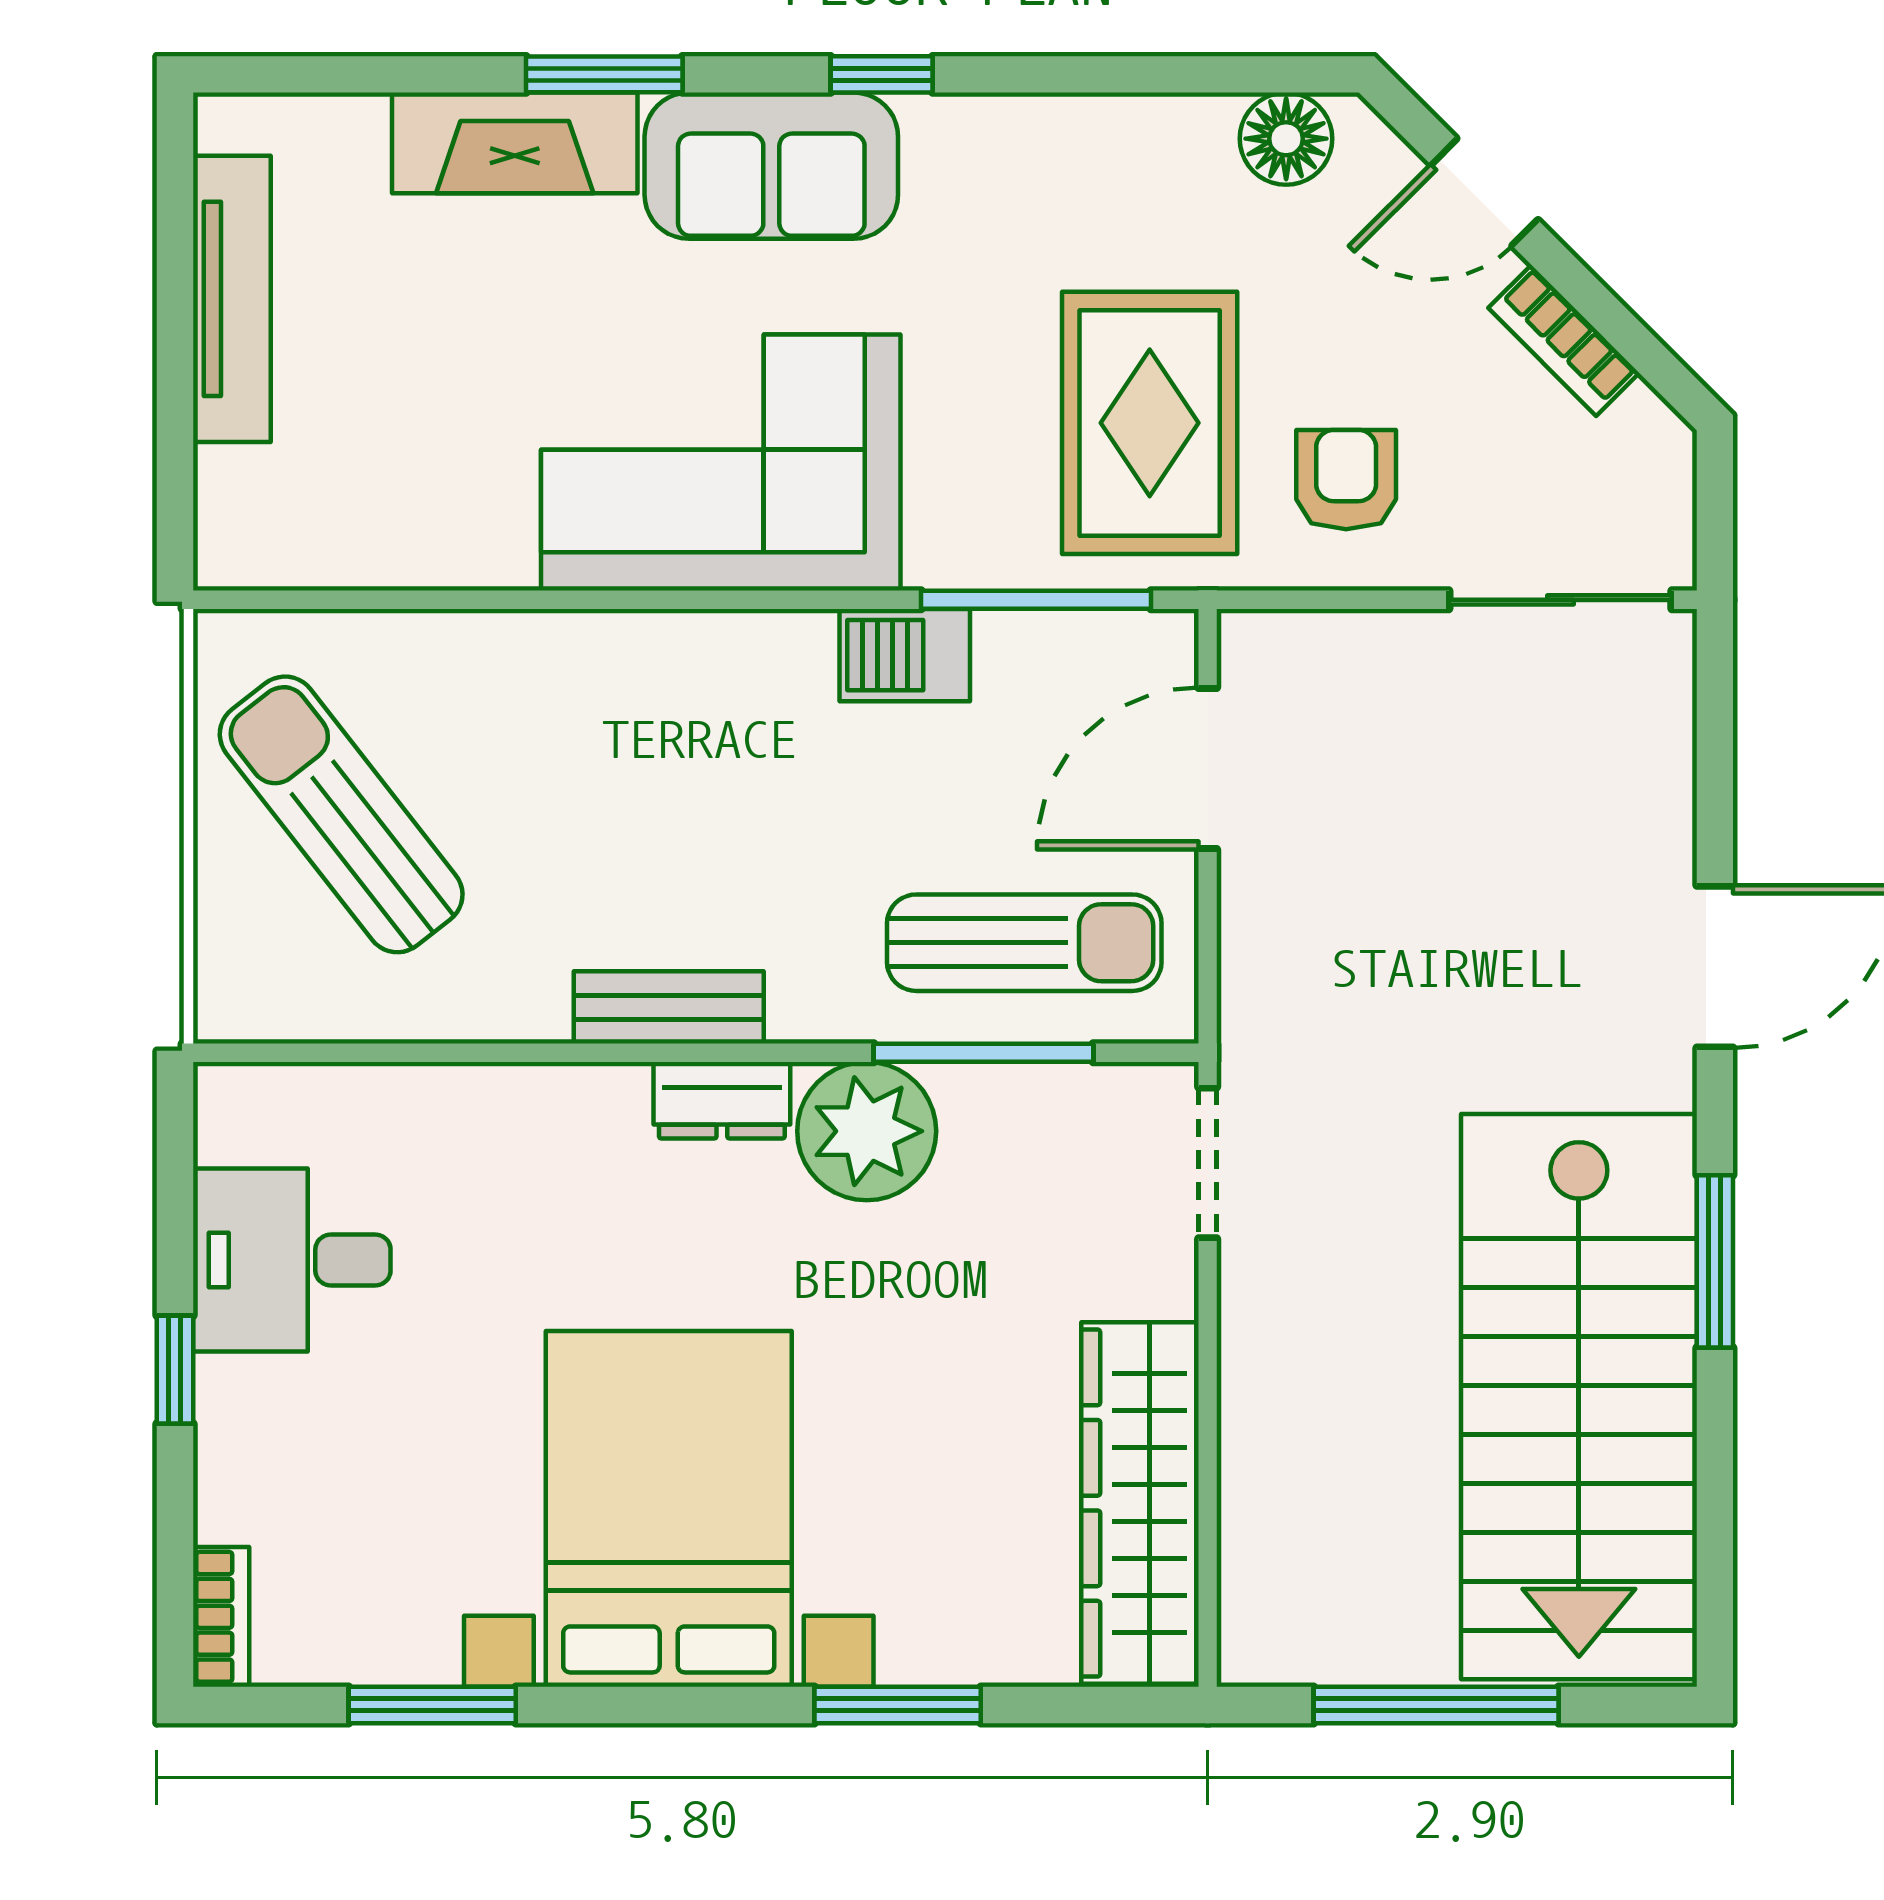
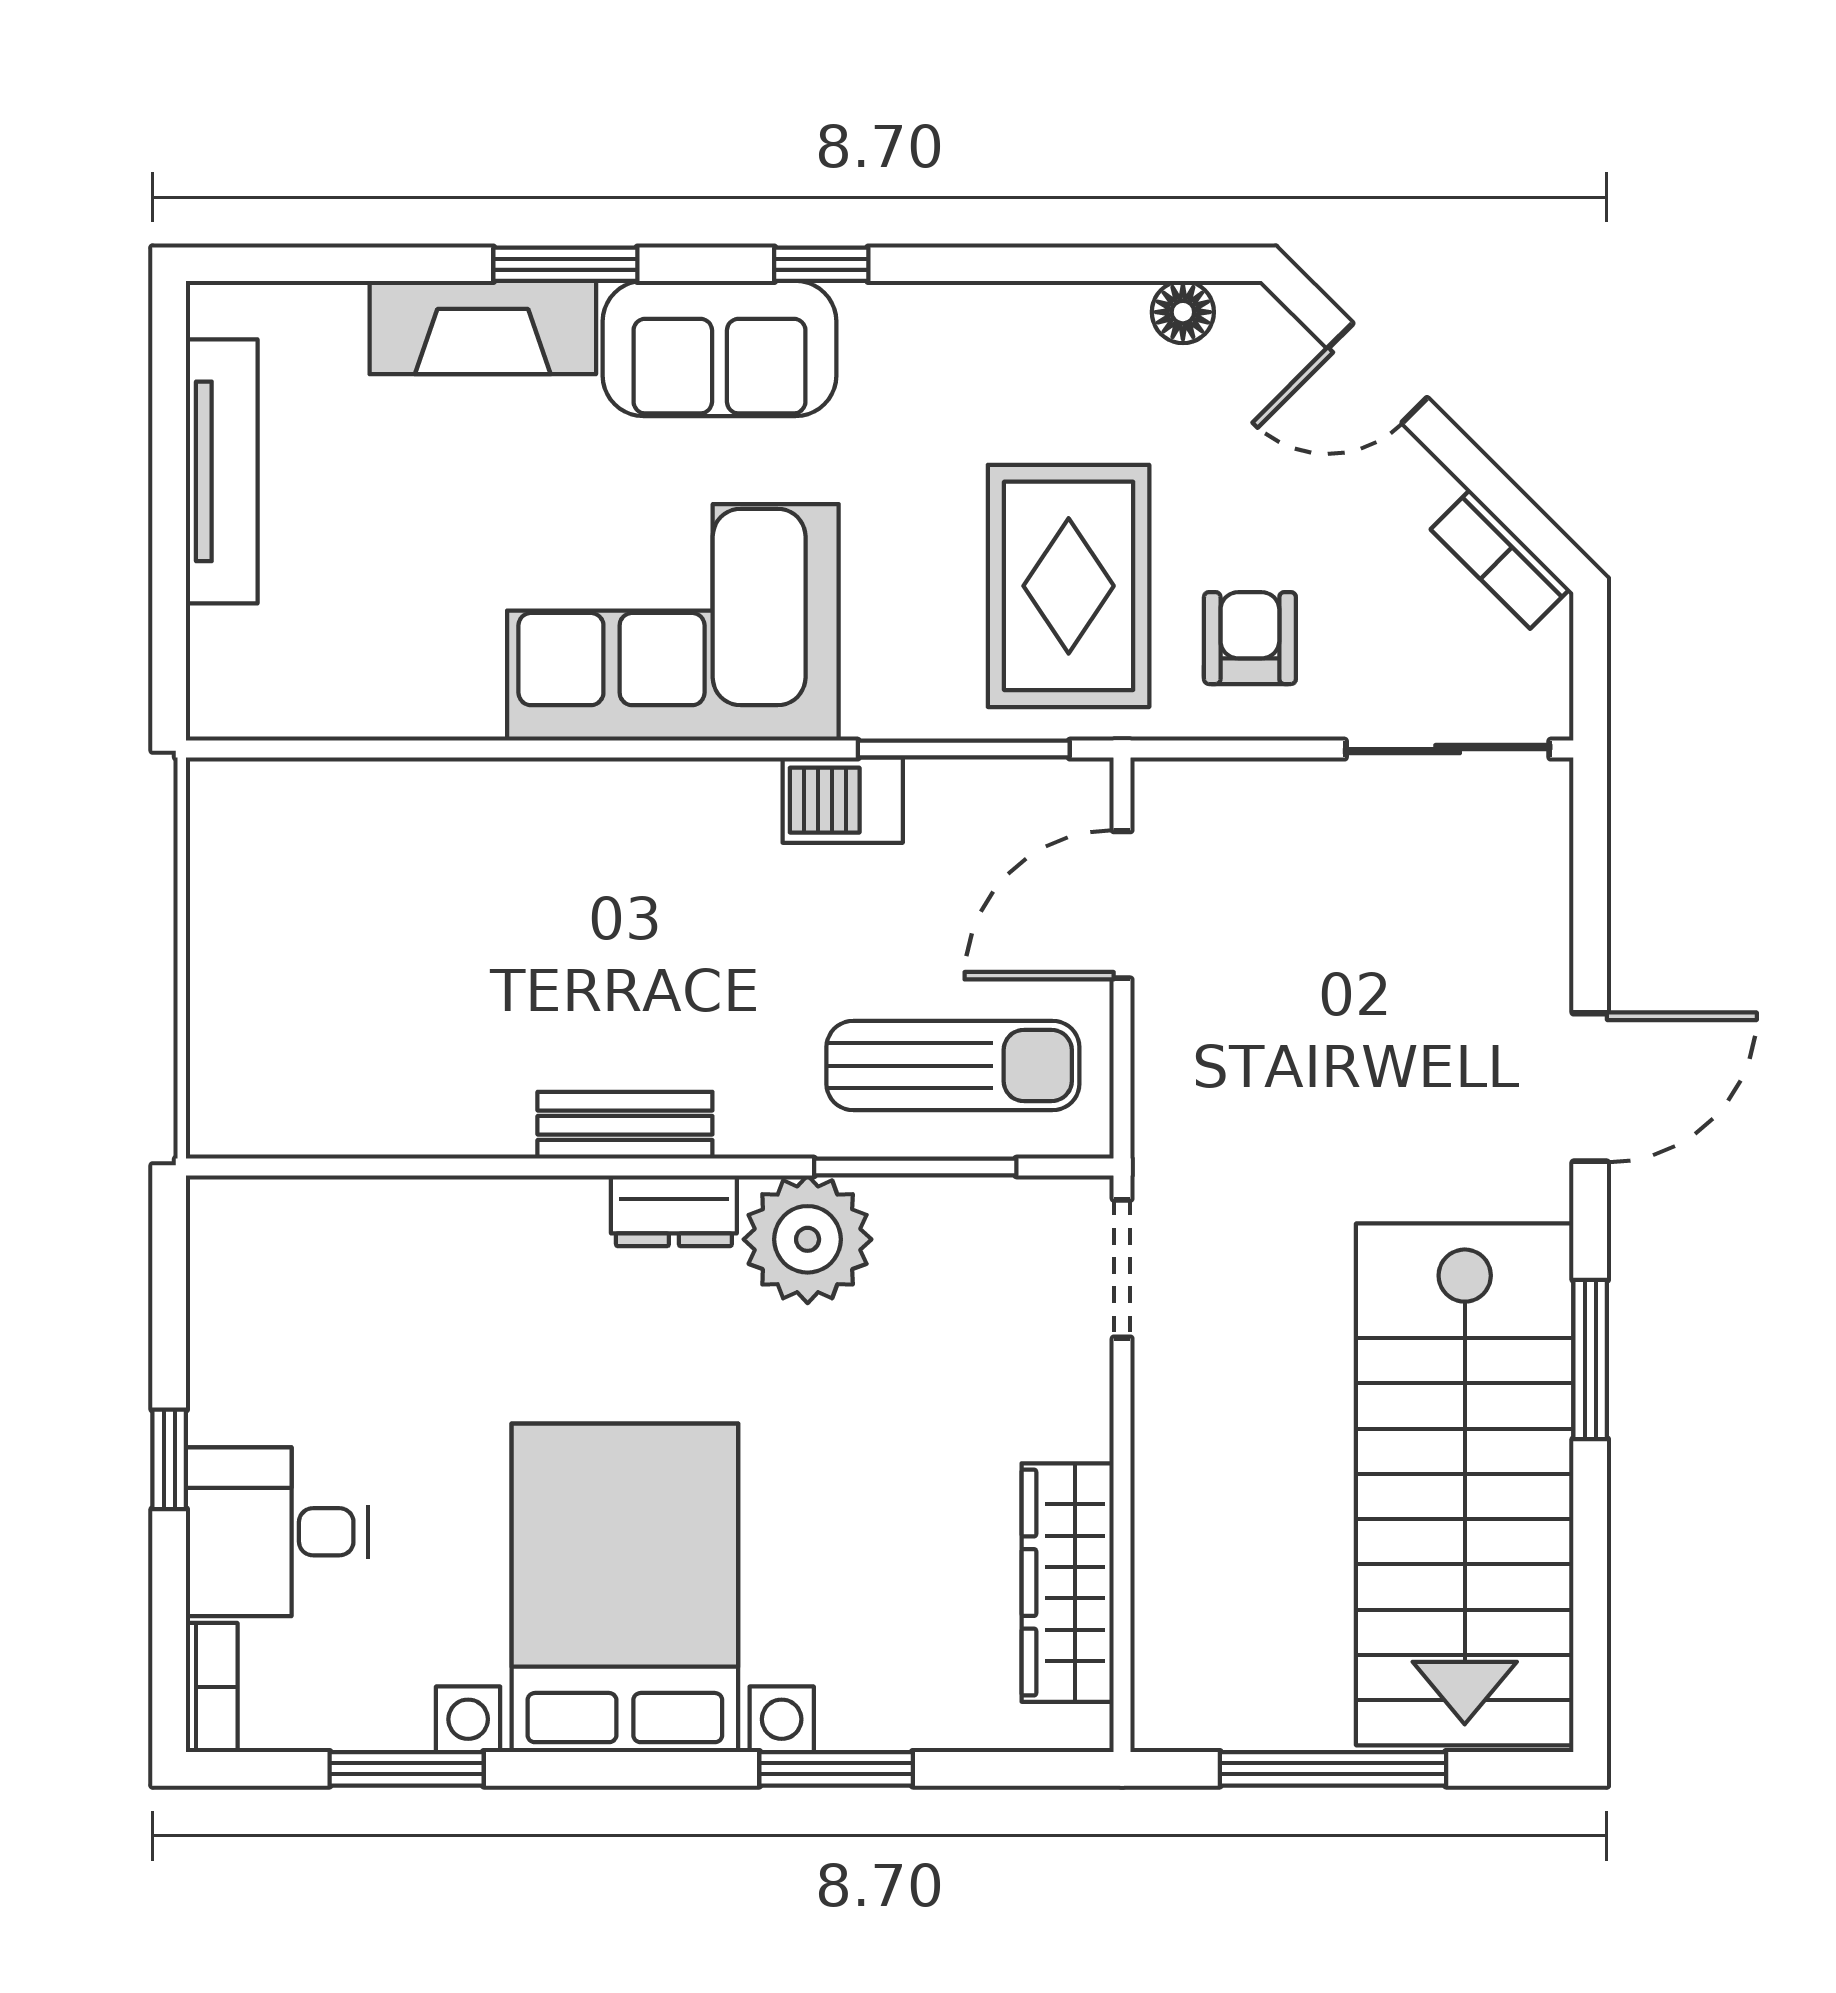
floor lamp: (1286, 139) -> (1183, 312), width x0.73, depth x0.73
bookcase: (1564, 340) -> (1500, 559), moved
sun lounger: (341, 814) -> (323, 947), removed
desk: (292, 1260) -> (277, 1532), moved
wardrobe: (1140, 1503) -> (1068, 1583), width x0.71, depth x0.85

